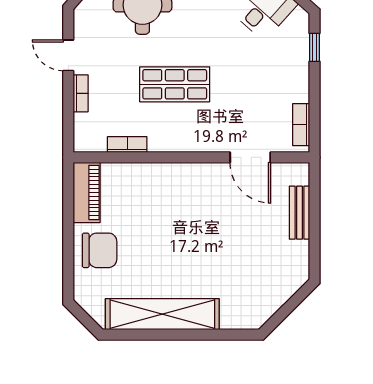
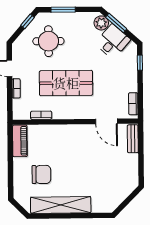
shop shelf: (175, 84) -> (66, 83), width x1.43, depth x1.36
bench: (299, 213) -> (133, 139), moved
chair: (100, 250) -> (41, 174), moved

